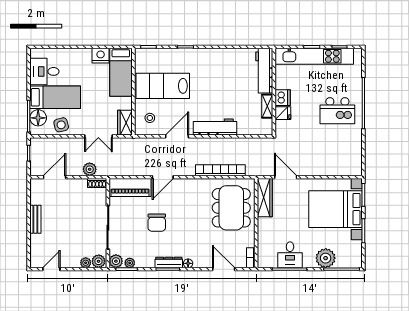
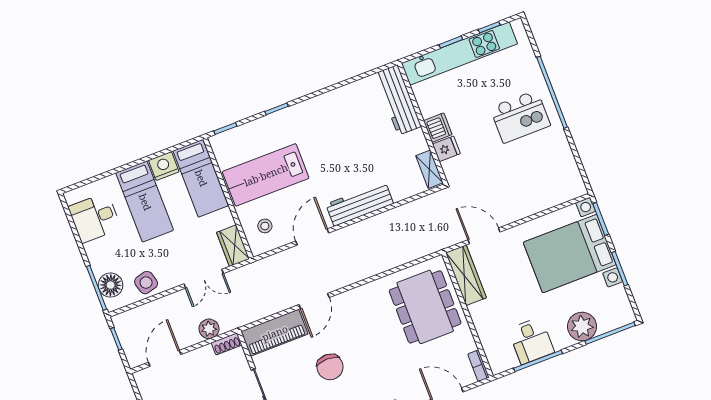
bed: (55, 97) -> (145, 202), moved, turned 90
shelving: (267, 106) -> (429, 169), moved
bookcase: (220, 170) -> (390, 261), removed

